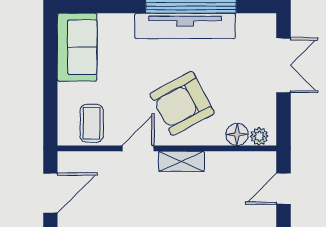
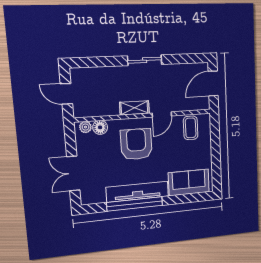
sofa: (77, 47) -> (189, 182), moved, turned 90
armchair: (182, 103) -> (136, 144), turned -62
door: (284, 189) -> (66, 94), swing flipped

